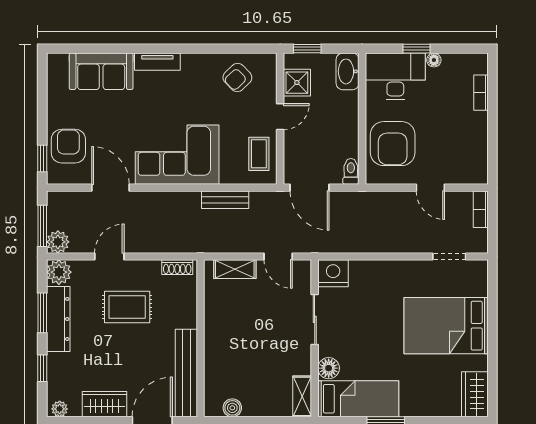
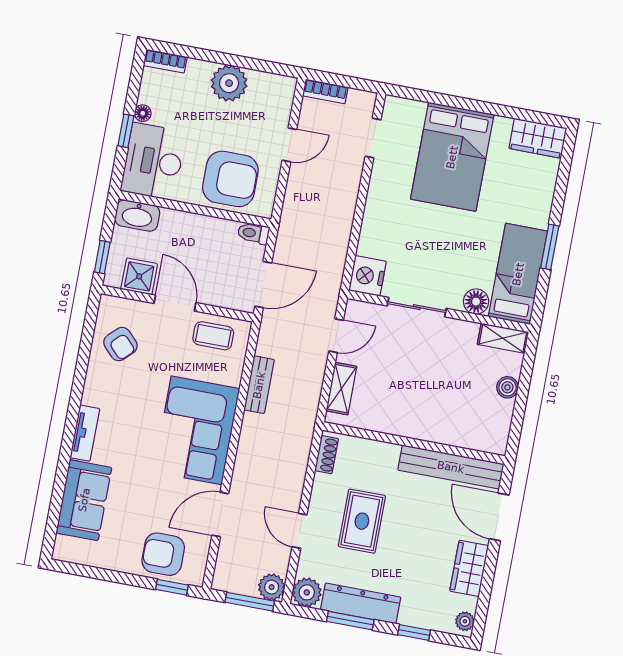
bookcase: (481, 93) -> (165, 61), moved
door: (280, 117) -> (175, 303), width x1.38
plant: (473, 127) -> (229, 83), added
boiler: (232, 408) -> (507, 387), moved

